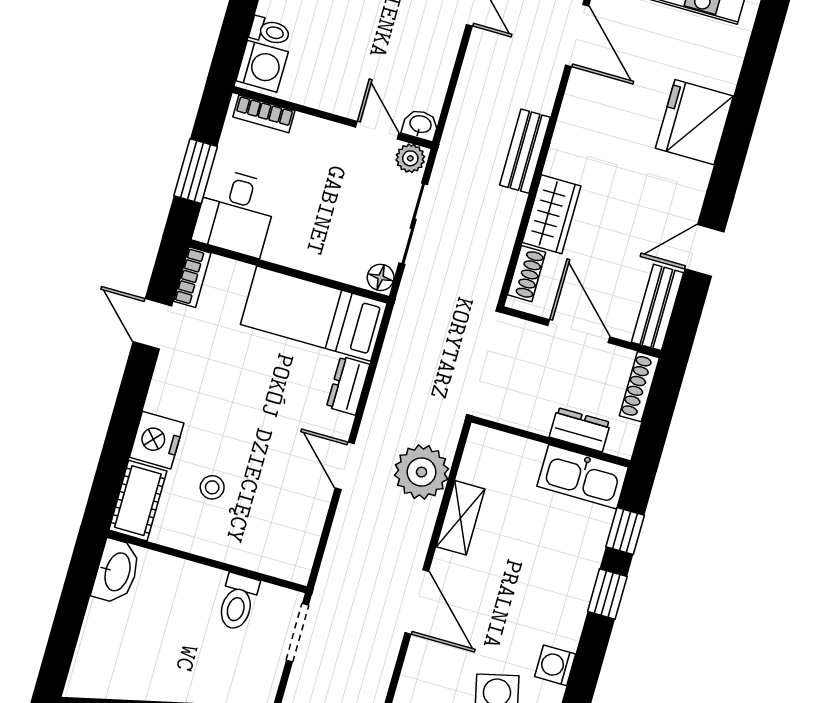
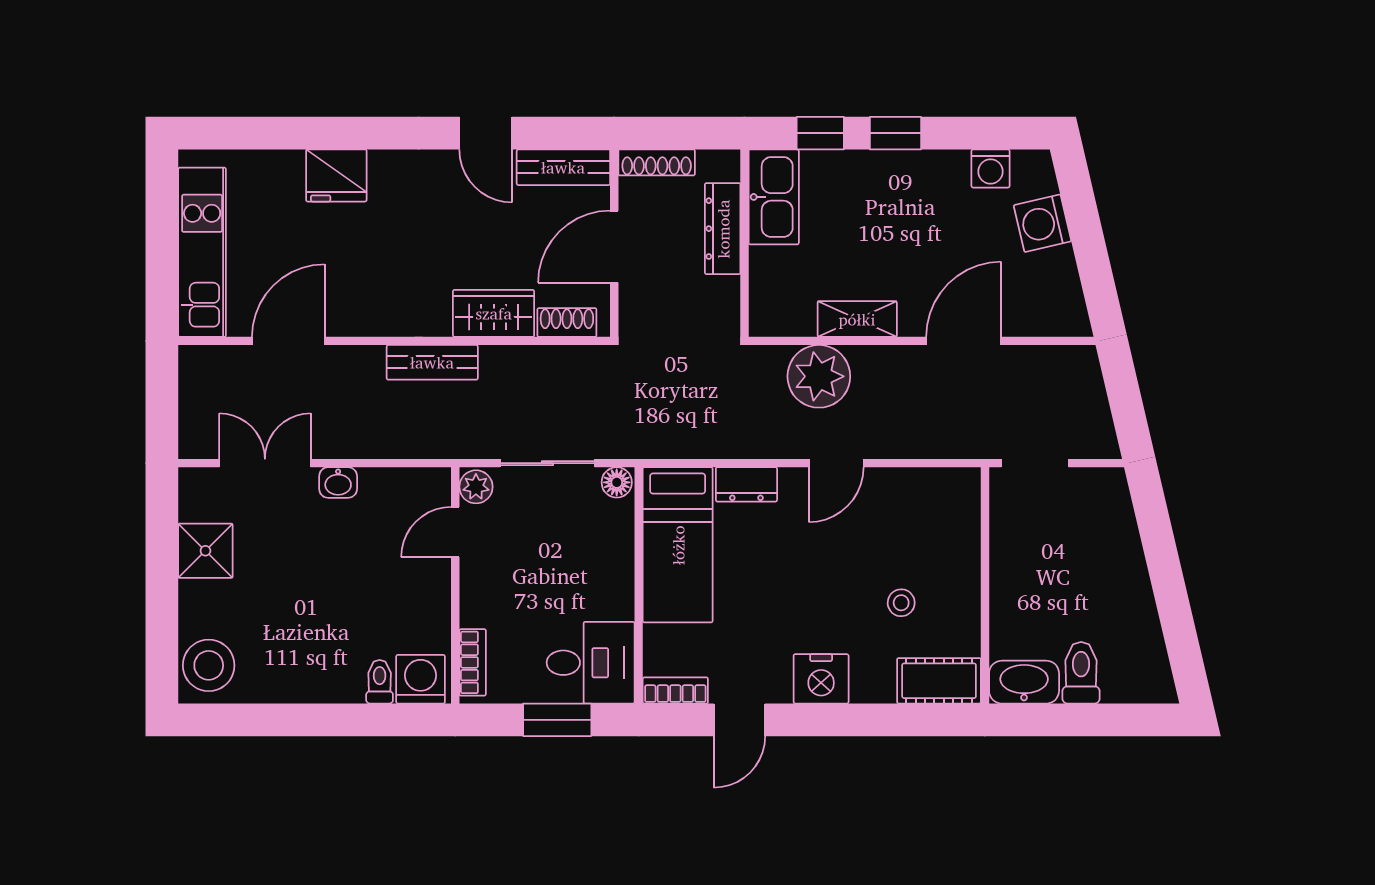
fridge: (694, 122) -> (336, 175), width x0.73, depth x0.75
washbasin: (420, 125) -> (338, 483), moved, turned -90
dresser: (580, 430) -> (723, 229), width x1.44
nightstand: (157, 440) -> (821, 679), moved
toilet: (238, 602) -> (1081, 673), moved, turned -90

